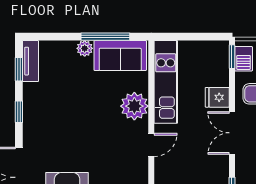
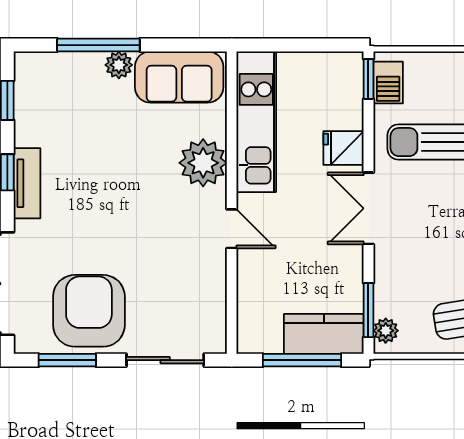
window: (105, 37) -> (98, 45), moved
tv unit: (31, 61) -> (27, 183), moved
door: (151, 145) -> (232, 229), hinge flipped

